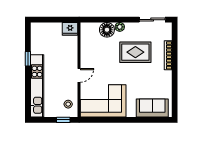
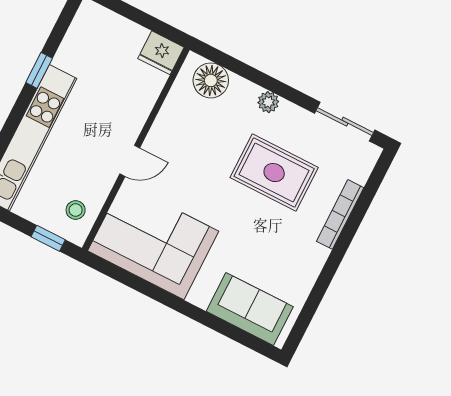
floor lamp: (107, 30) -> (211, 80), moved

